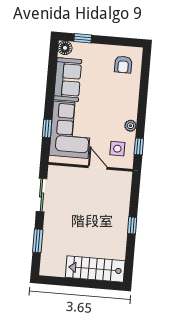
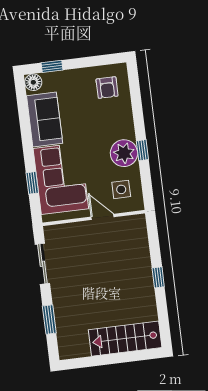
plant: (130, 126) -> (124, 153), width x1.87, depth x1.87
window: (139, 146) -> (142, 150), moved

